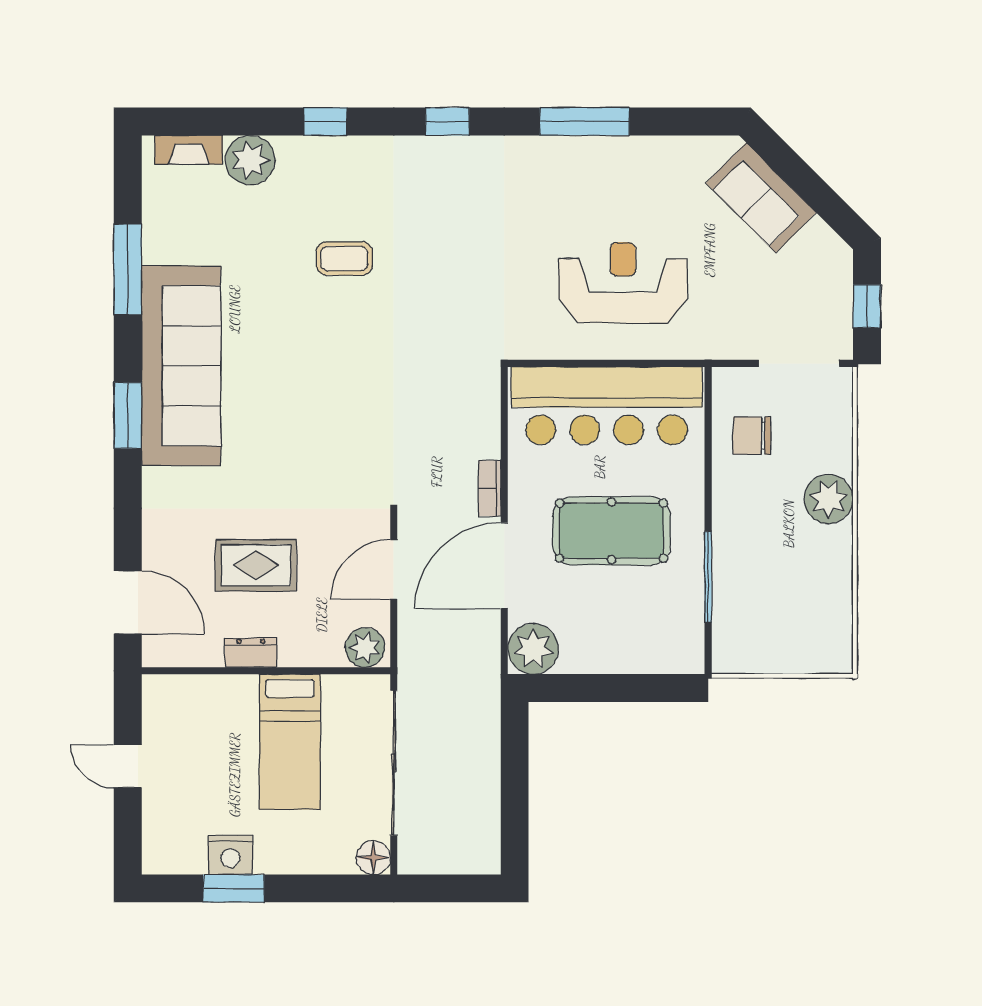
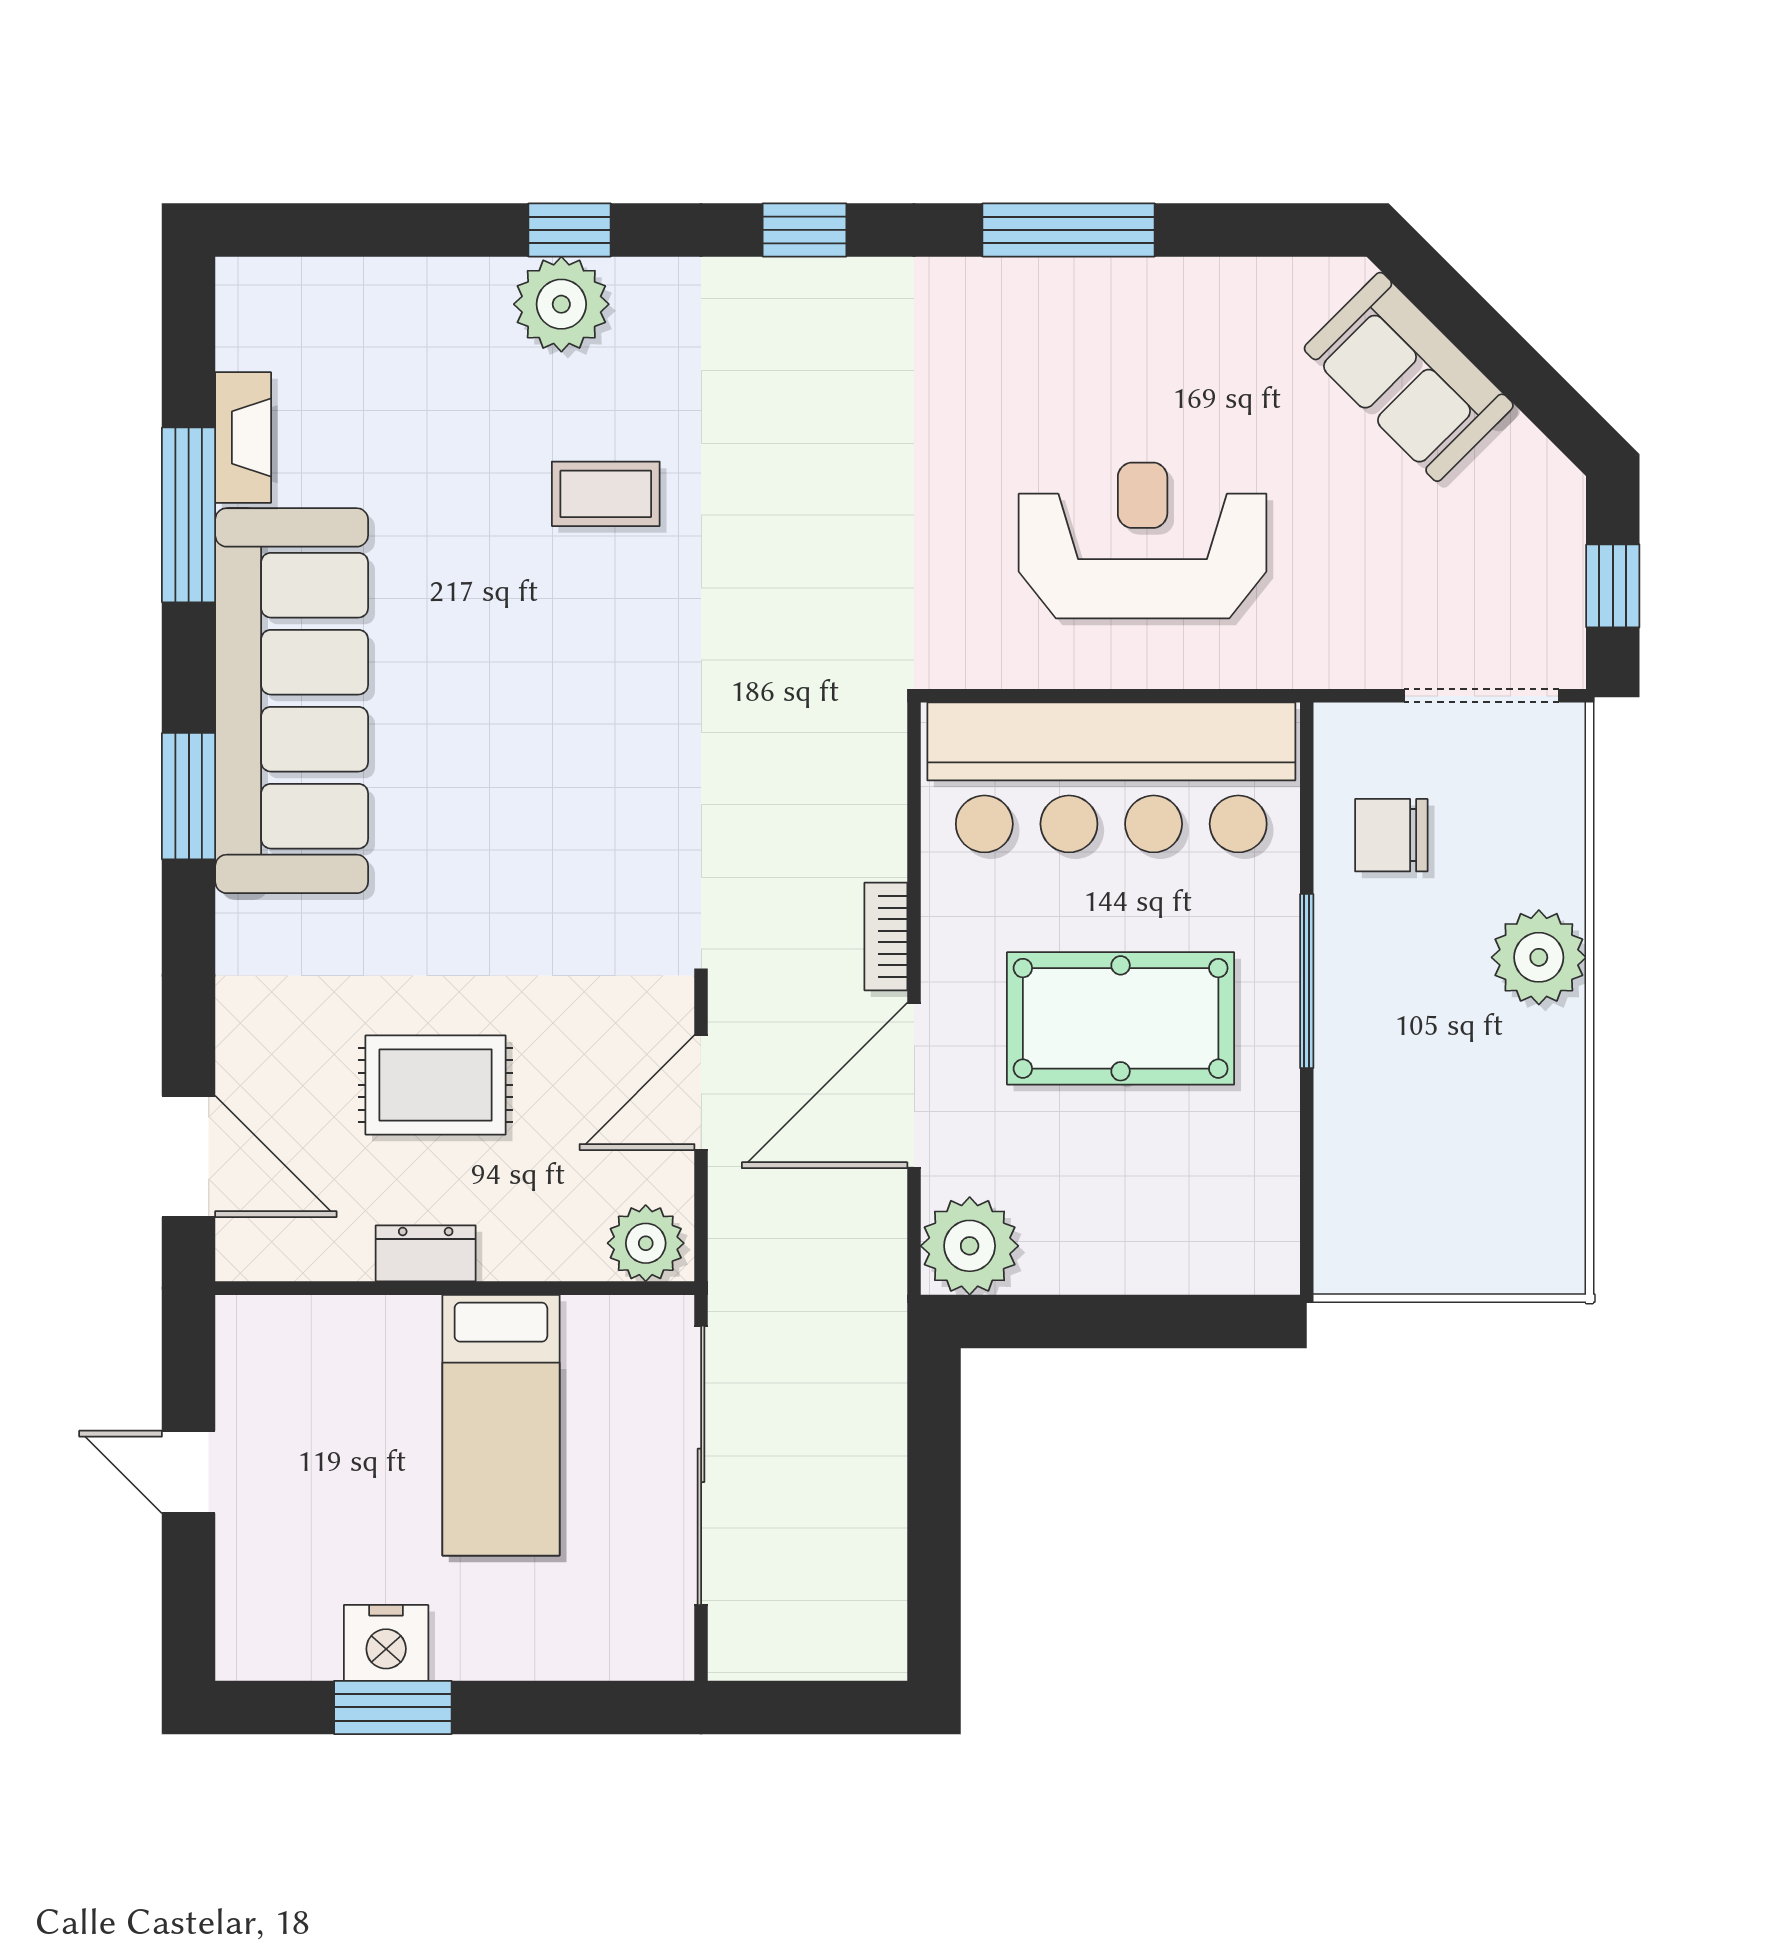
fireplace: (189, 150) -> (243, 438), moved, turned -90
plant: (250, 160) -> (561, 304), moved
window: (708, 577) -> (1307, 981), moved
floor lamp: (373, 858) -> (662, 1648), removed

